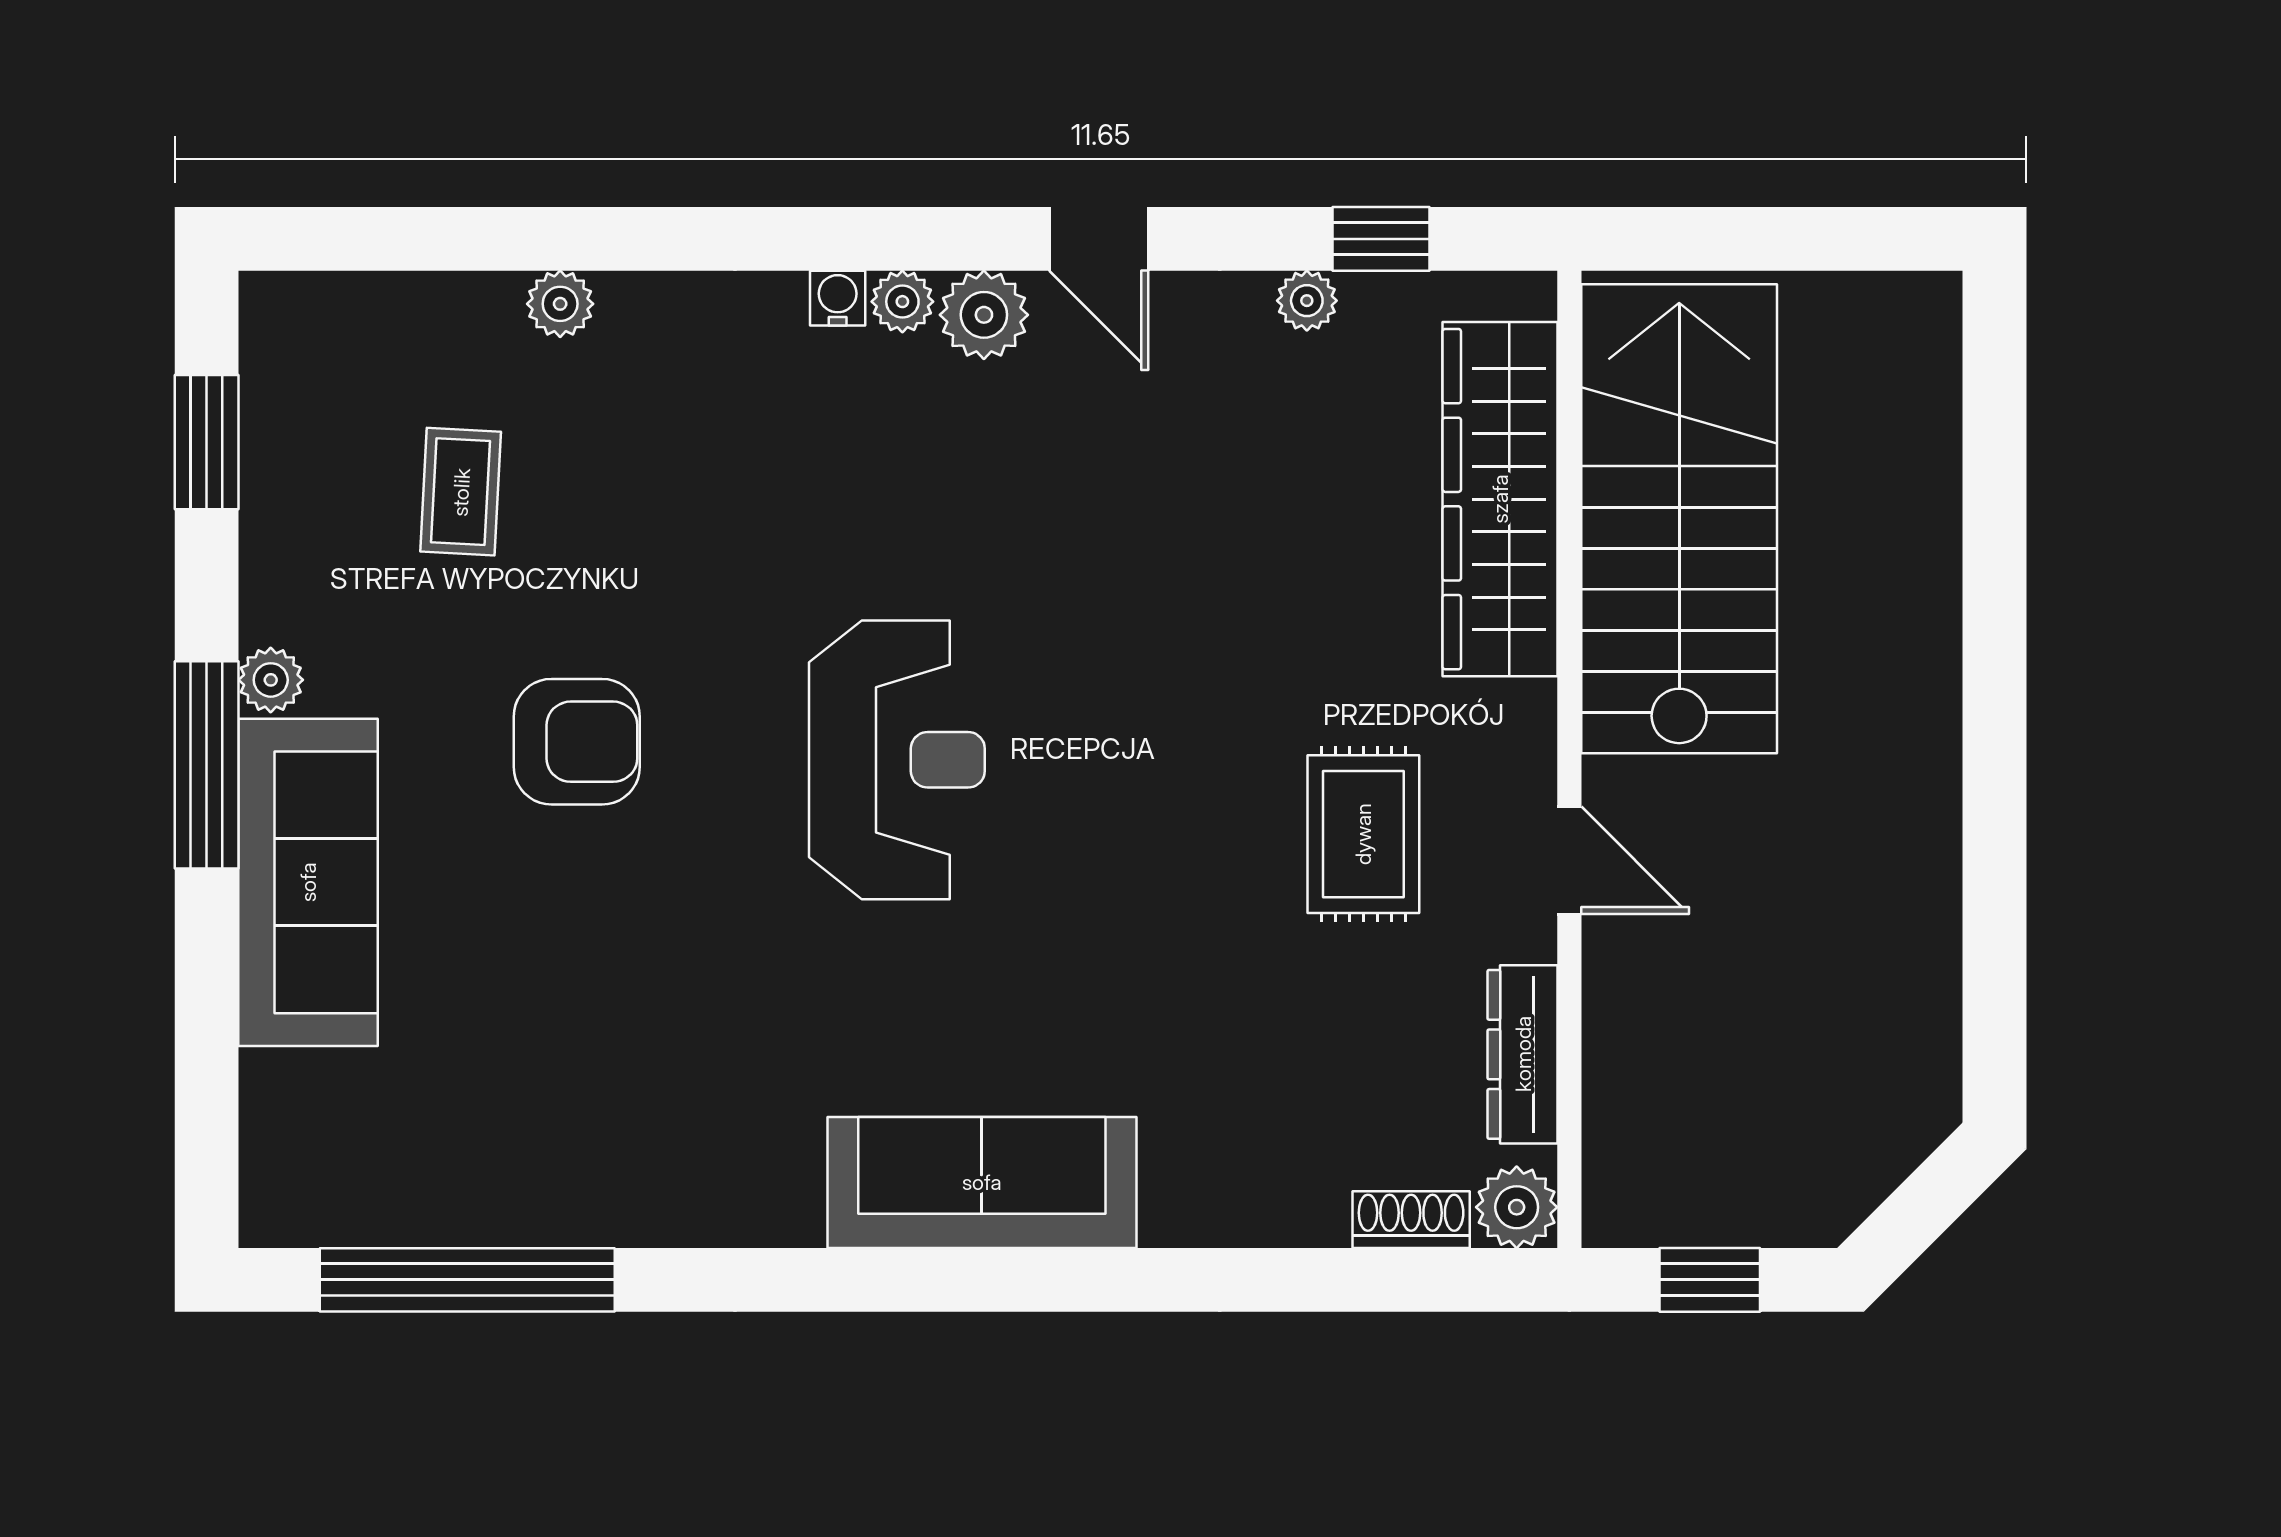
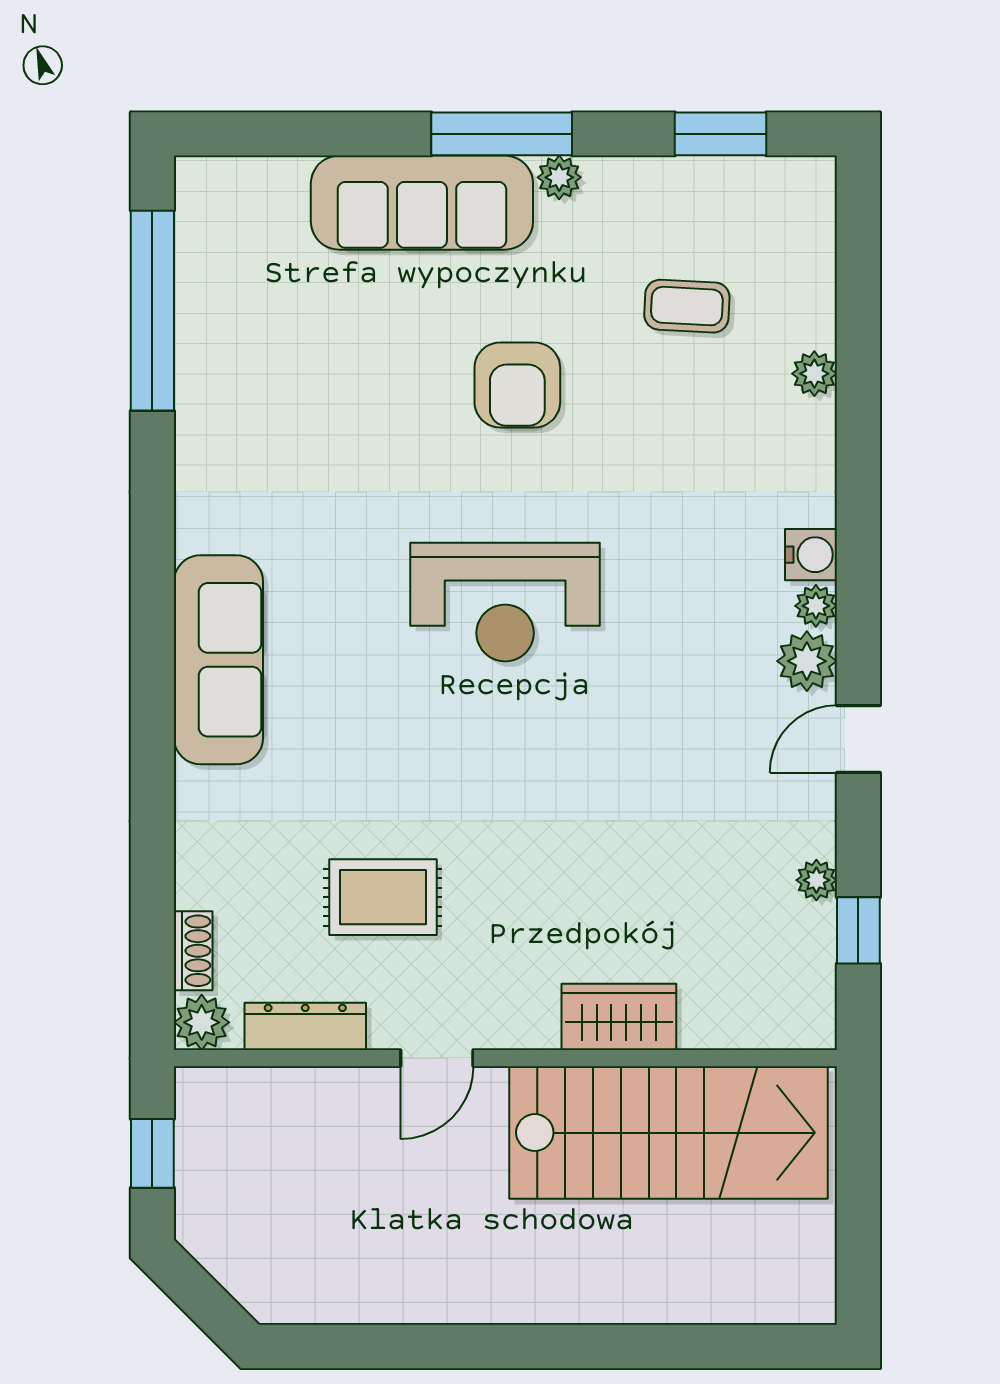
water cooler: (838, 298) -> (811, 555), width x1.38, depth x1.38
wardrobe: (1500, 499) -> (619, 1017), width x0.48, depth x0.85
rug: (1363, 834) -> (383, 897), moved

